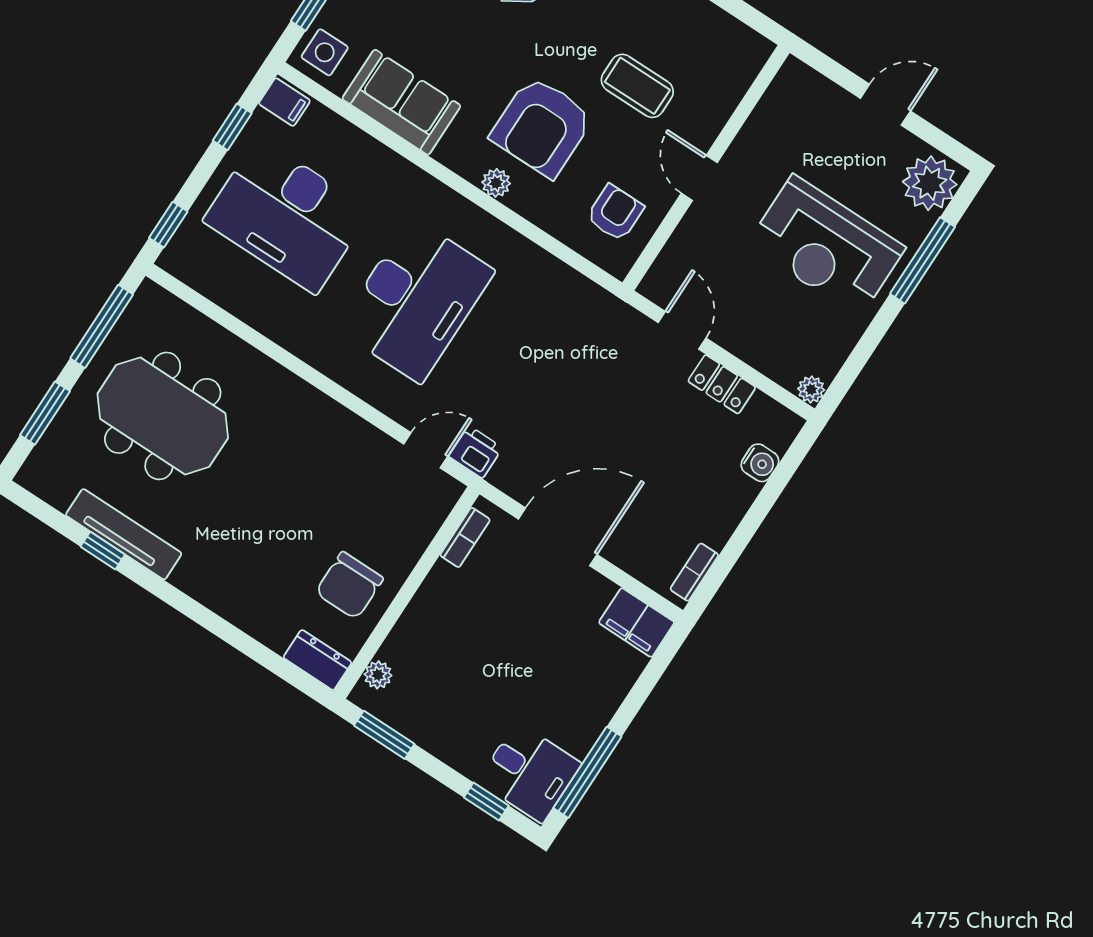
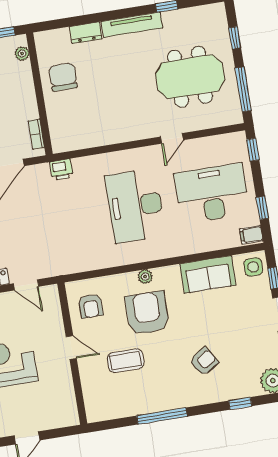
window: (45, 413) -> (235, 38), width x0.67
door: (425, 450) -> (172, 138), moved
tv unit: (124, 534) -> (132, 25), moved
dresser: (318, 660) -> (86, 33), moved

